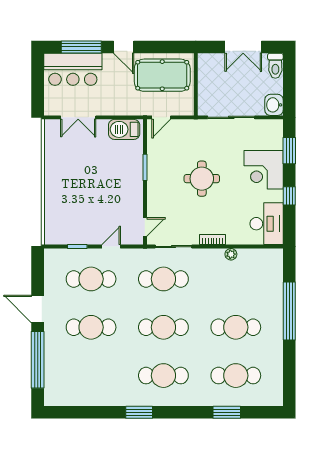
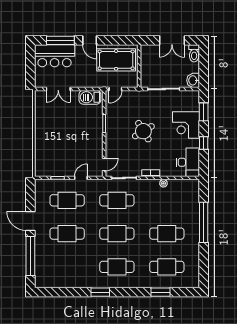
round table: (202, 179) -> (143, 131), turned -31

